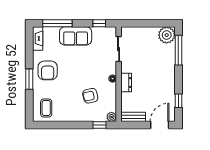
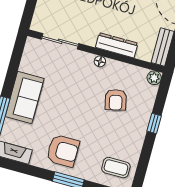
window: (99, 23) -> (16, 59), removed
dresser: (126, 83) -> (117, 45), width x1.44
window: (100, 125) -> (154, 123), moved

